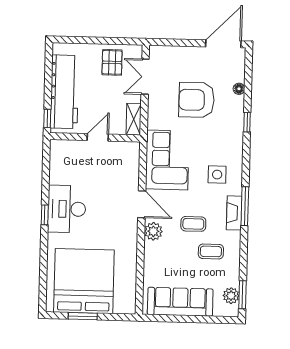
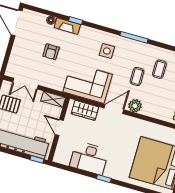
armchair: (196, 100) -> (51, 52), width x0.53, depth x0.53
wardrobe: (130, 166) -> (85, 110), added
desk: (67, 209) -> (89, 158), moved
fireplace: (234, 213) -> (67, 26), moved

